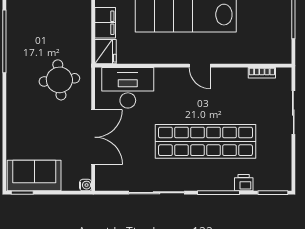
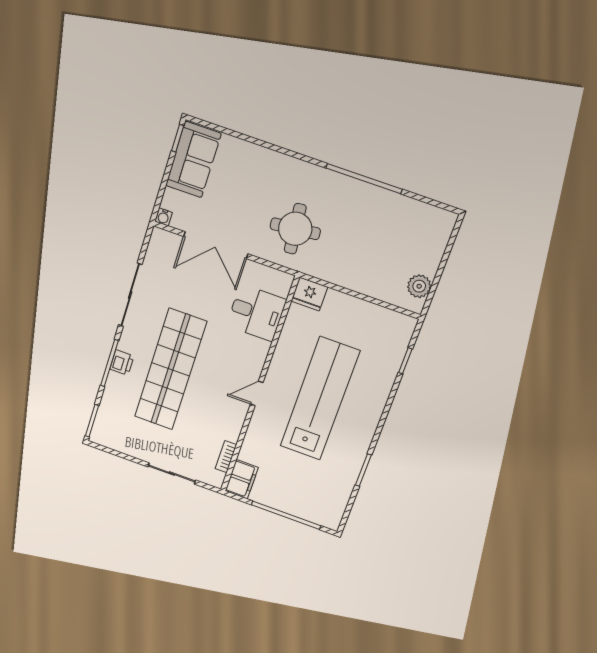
filing cabinet: (105, 23) -> (242, 479), moved, turned -90
desk: (128, 88) -> (256, 313), width x0.73
printer: (244, 183) -> (122, 362), moved

